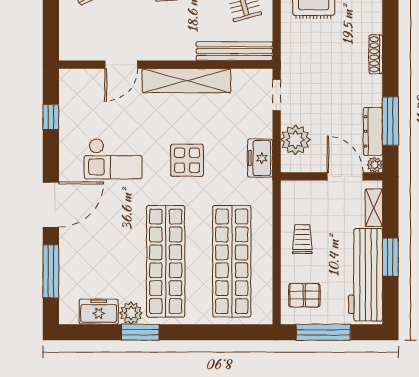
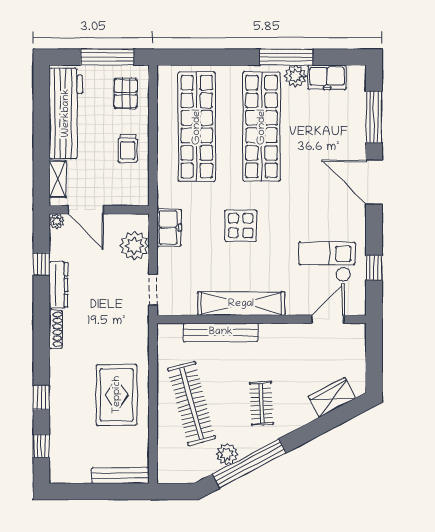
bench: (234, 51) -> (221, 332), moved
door: (121, 65) -> (328, 319), moved
window: (390, 121) -> (41, 264), width x0.46
dresser: (373, 131) -> (58, 285), moved
checkout: (113, 159) -> (327, 262), moved
door: (51, 205) -> (374, 182), hinge flipped
window: (390, 257) -> (41, 131), removed
pallet: (304, 295) -> (126, 93), turned 90
window: (140, 332) -> (286, 57), width x1.44

